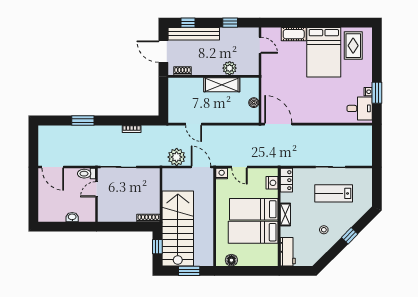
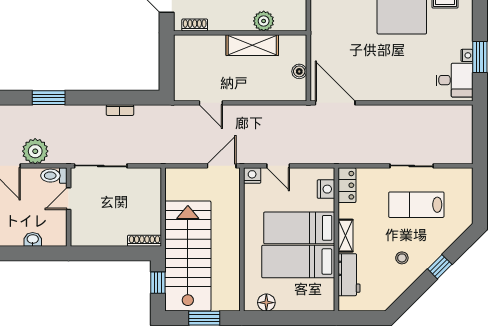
plant: (177, 157) -> (35, 151), moved
door: (201, 167) -> (222, 166), hinge flipped
workbench: (288, 252) -> (349, 275), moved

